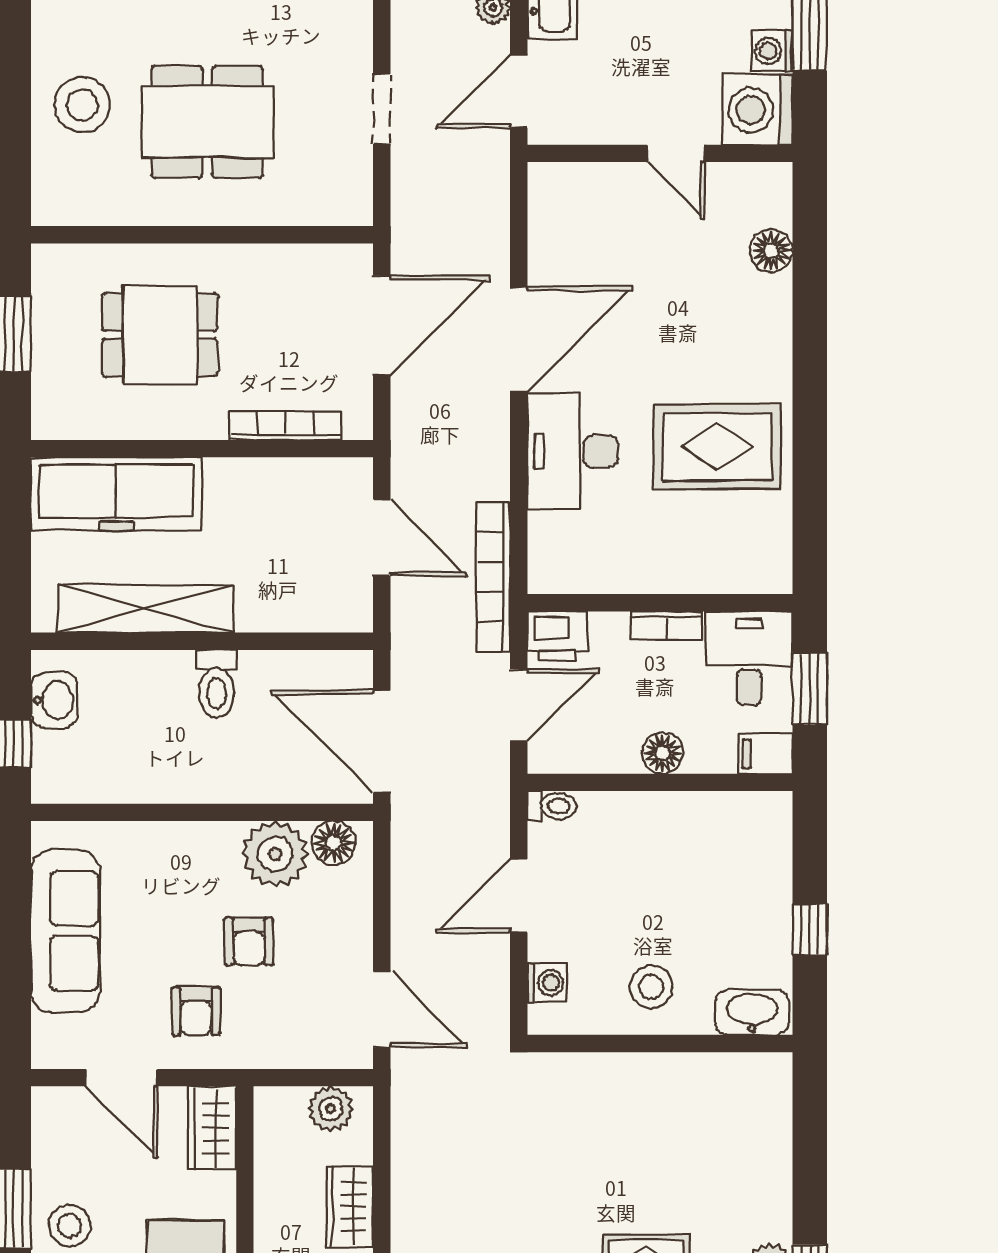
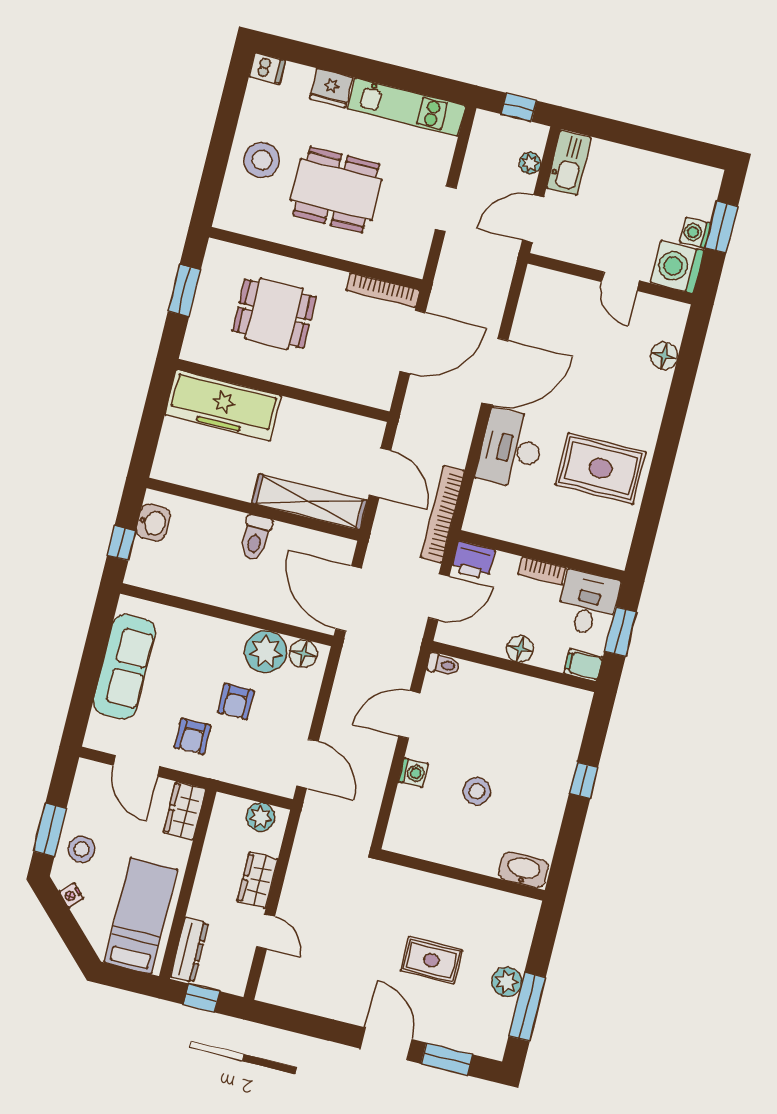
bookcase: (285, 426) -> (383, 290), moved, turned 180
shelving: (145, 609) -> (310, 502), moved
washbasin: (752, 1012) -> (523, 870), moved
wall: (660, 1043) -> (462, 875), moved

